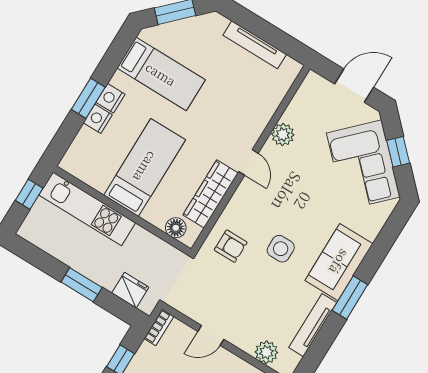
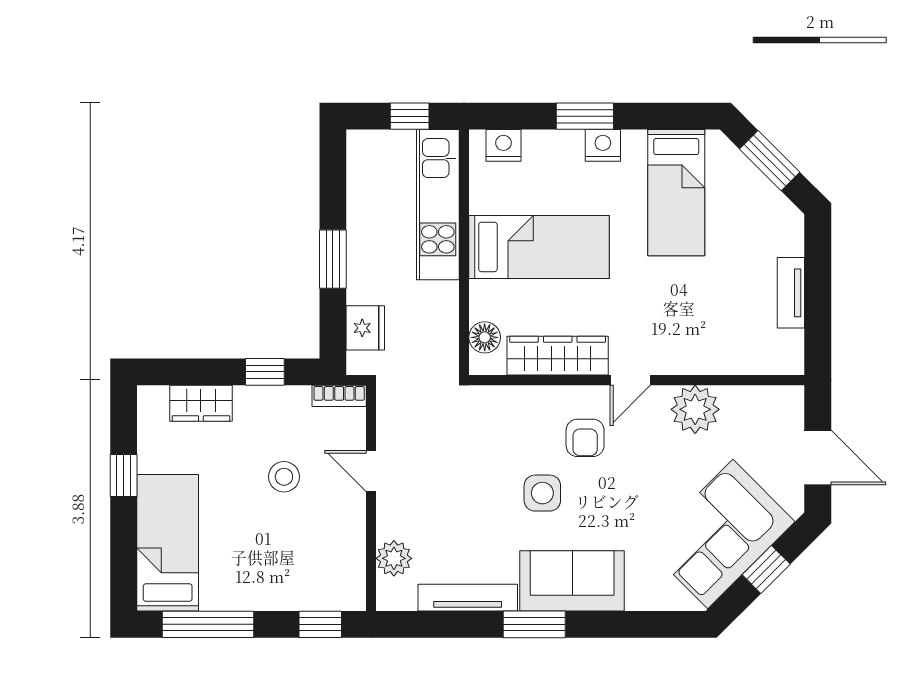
tv unit: (255, 45) -> (791, 293), width x0.71
nightstand: (98, 119) -> (503, 145), moved
plant: (283, 135) -> (695, 409), width x1.36, depth x1.36
armchair: (231, 246) -> (585, 438), moved

